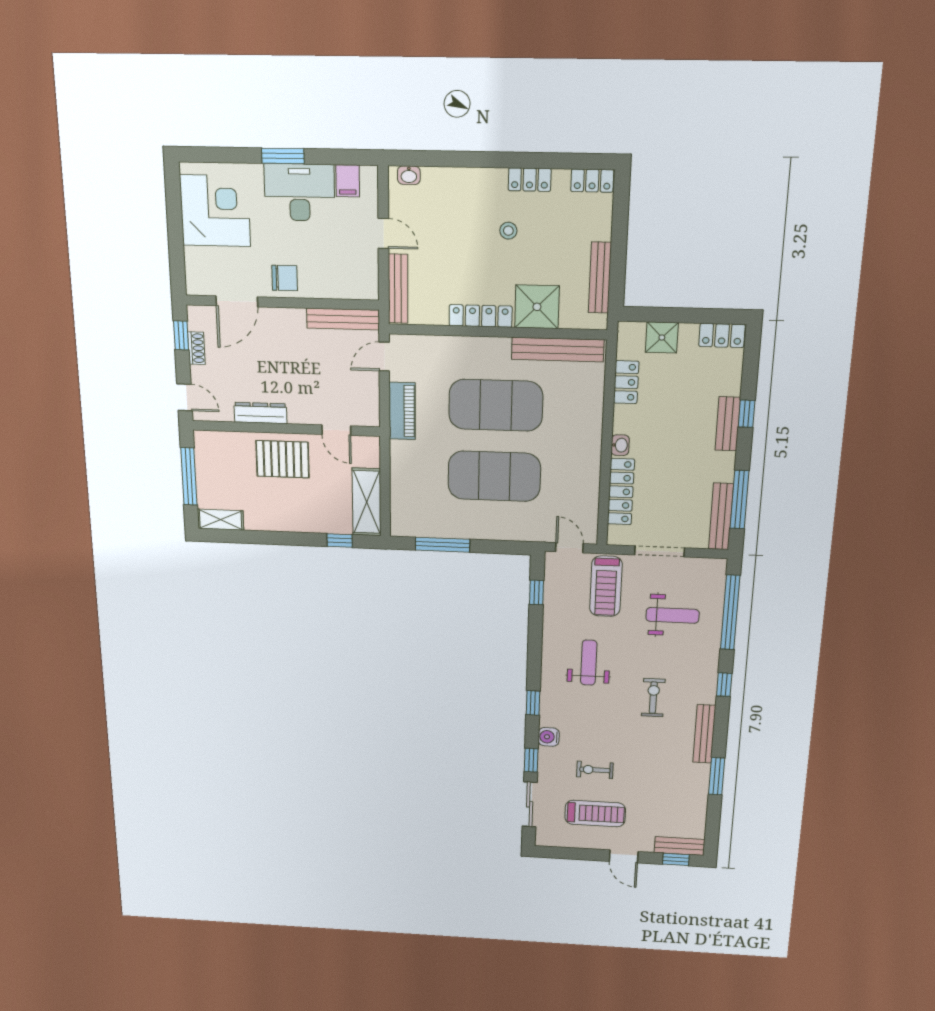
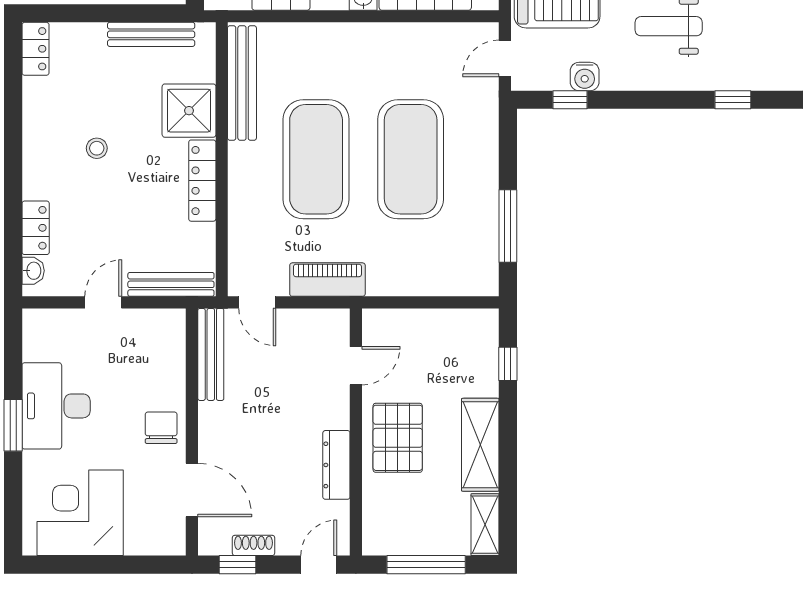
locker: (530, 180) -> (36, 228), moved
filing cabinet: (348, 181) -> (41, 346), removed
shelving: (367, 502) -> (480, 445), moved, turned 90
water cooler: (549, 737) -> (585, 76), moved

